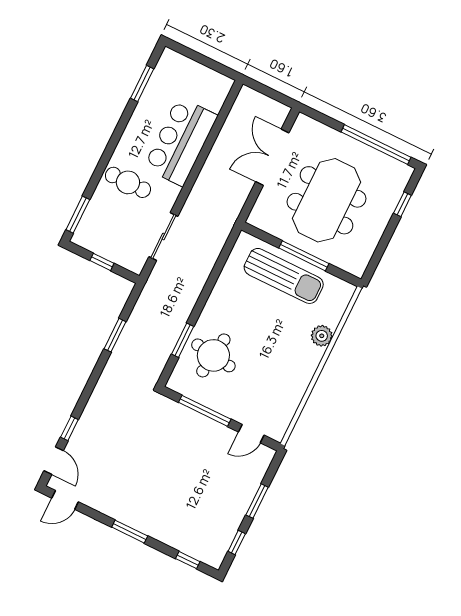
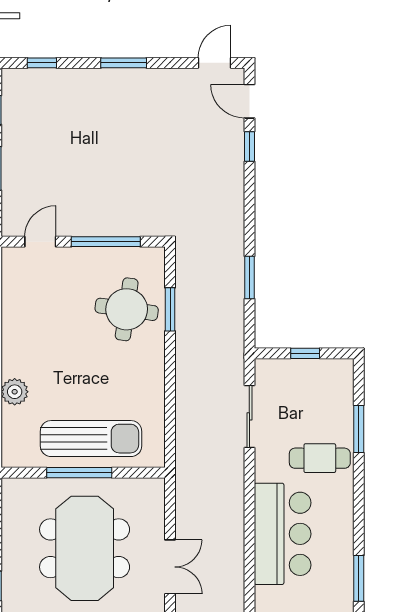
double door: (272, 157) -> (170, 567), width x0.73
window: (78, 215) -> (359, 429), moved
sun lounger: (284, 276) -> (91, 439), turned 180

